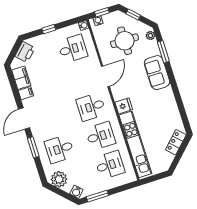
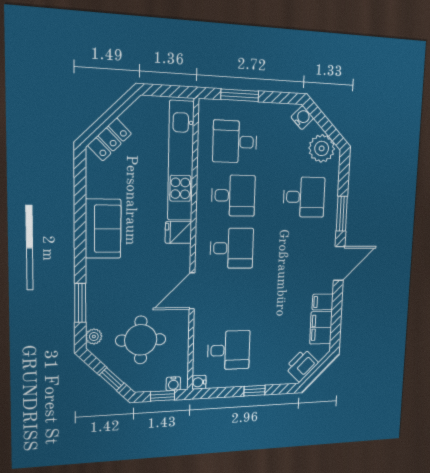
desk: (73, 49) -> (229, 350), turned 180
sofa: (157, 73) -> (103, 229), moved
desk: (100, 136) -> (233, 196), turned 180
window: (97, 196) -> (240, 95), moved

